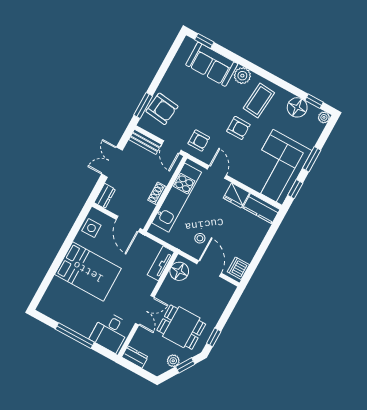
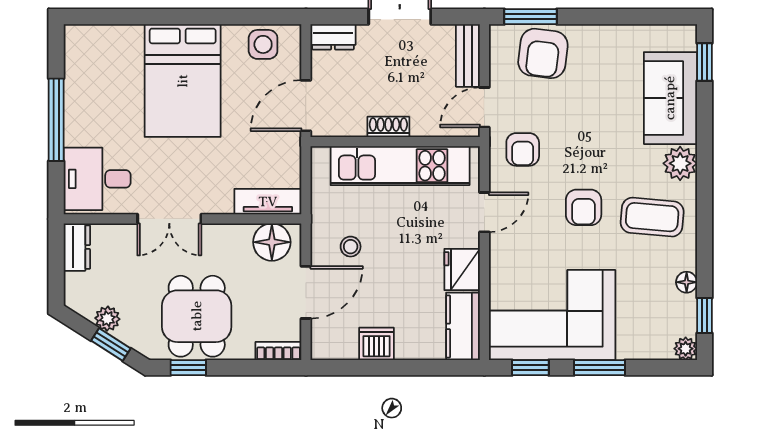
floor lamp: (297, 107) -> (687, 282), width x0.53, depth x0.53
dishwasher: (238, 268) -> (376, 344), moved
bookcase: (228, 294) -> (278, 351), added
dining table: (181, 327) -> (197, 316), moved

